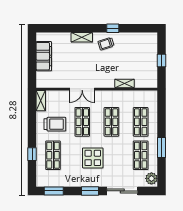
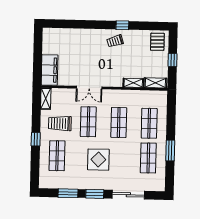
shelving: (82, 37) -> (155, 83), moved
pallet: (147, 43) -> (157, 42), added
filing cabinet: (44, 56) -> (50, 70), moved
trolley: (55, 124) -> (60, 123), turned 180
window: (32, 154) -> (36, 139), moved
plant: (151, 178) -> (159, 182), removed
window: (54, 191) -> (68, 193), moved

